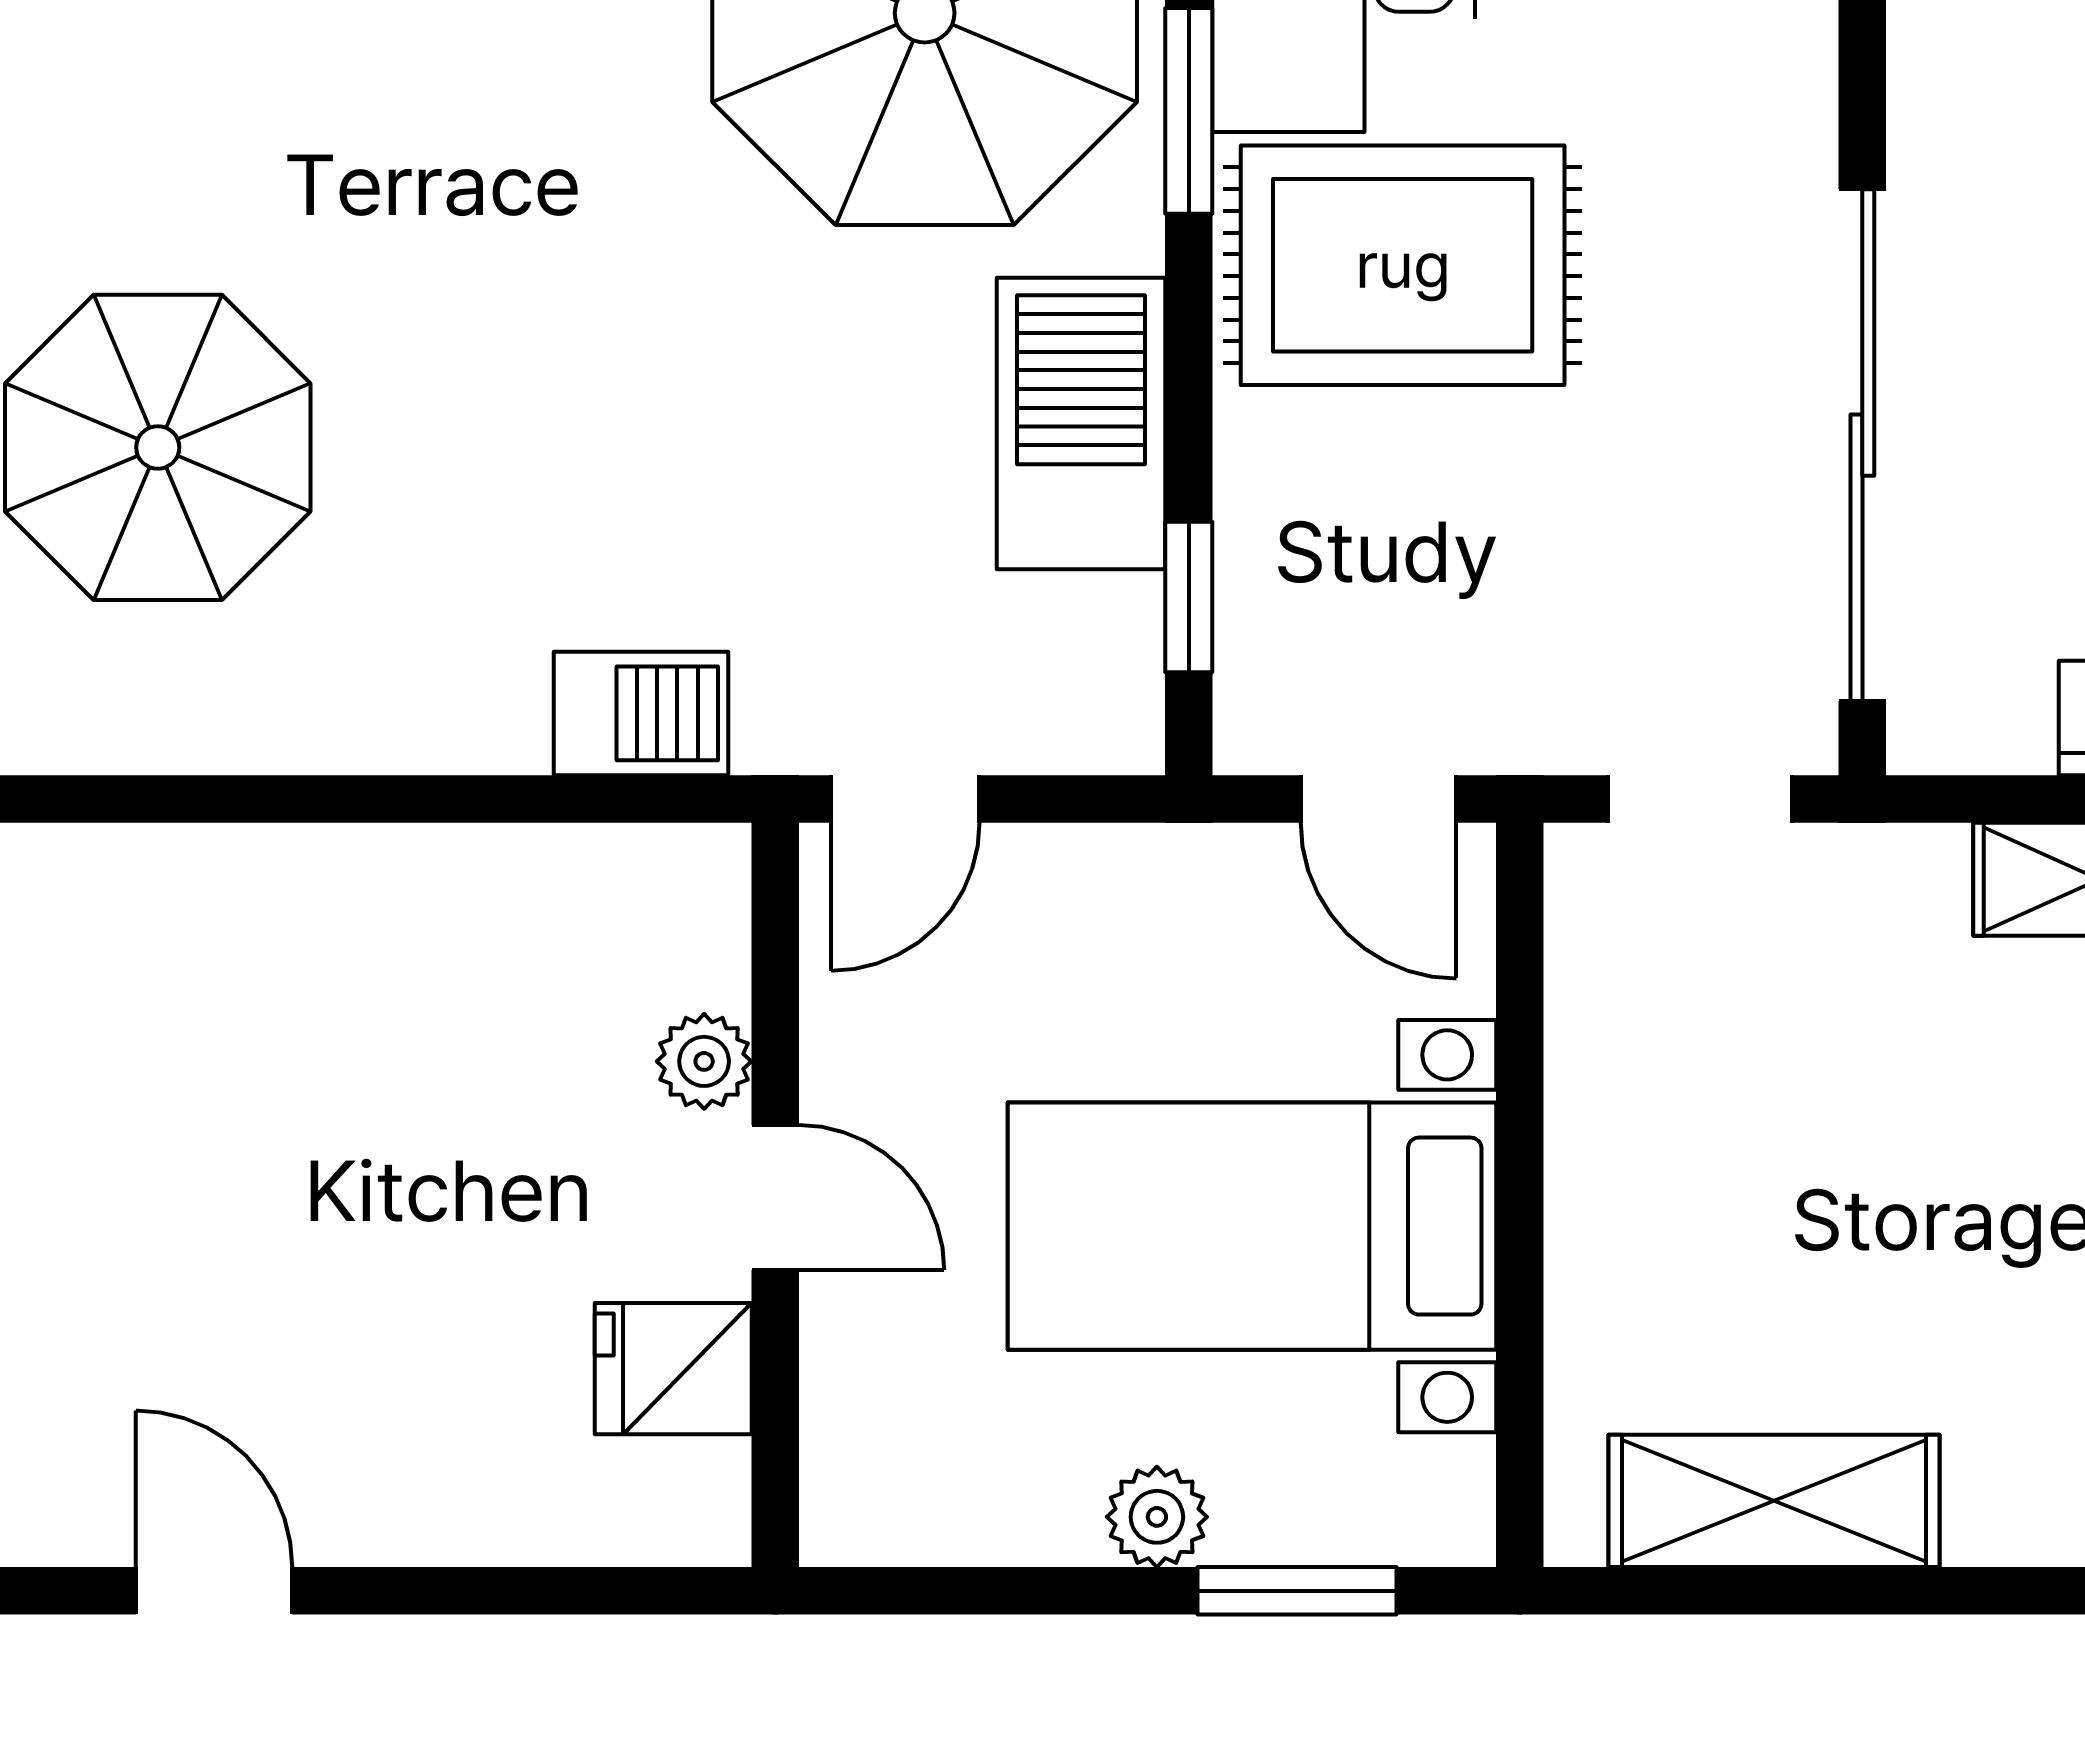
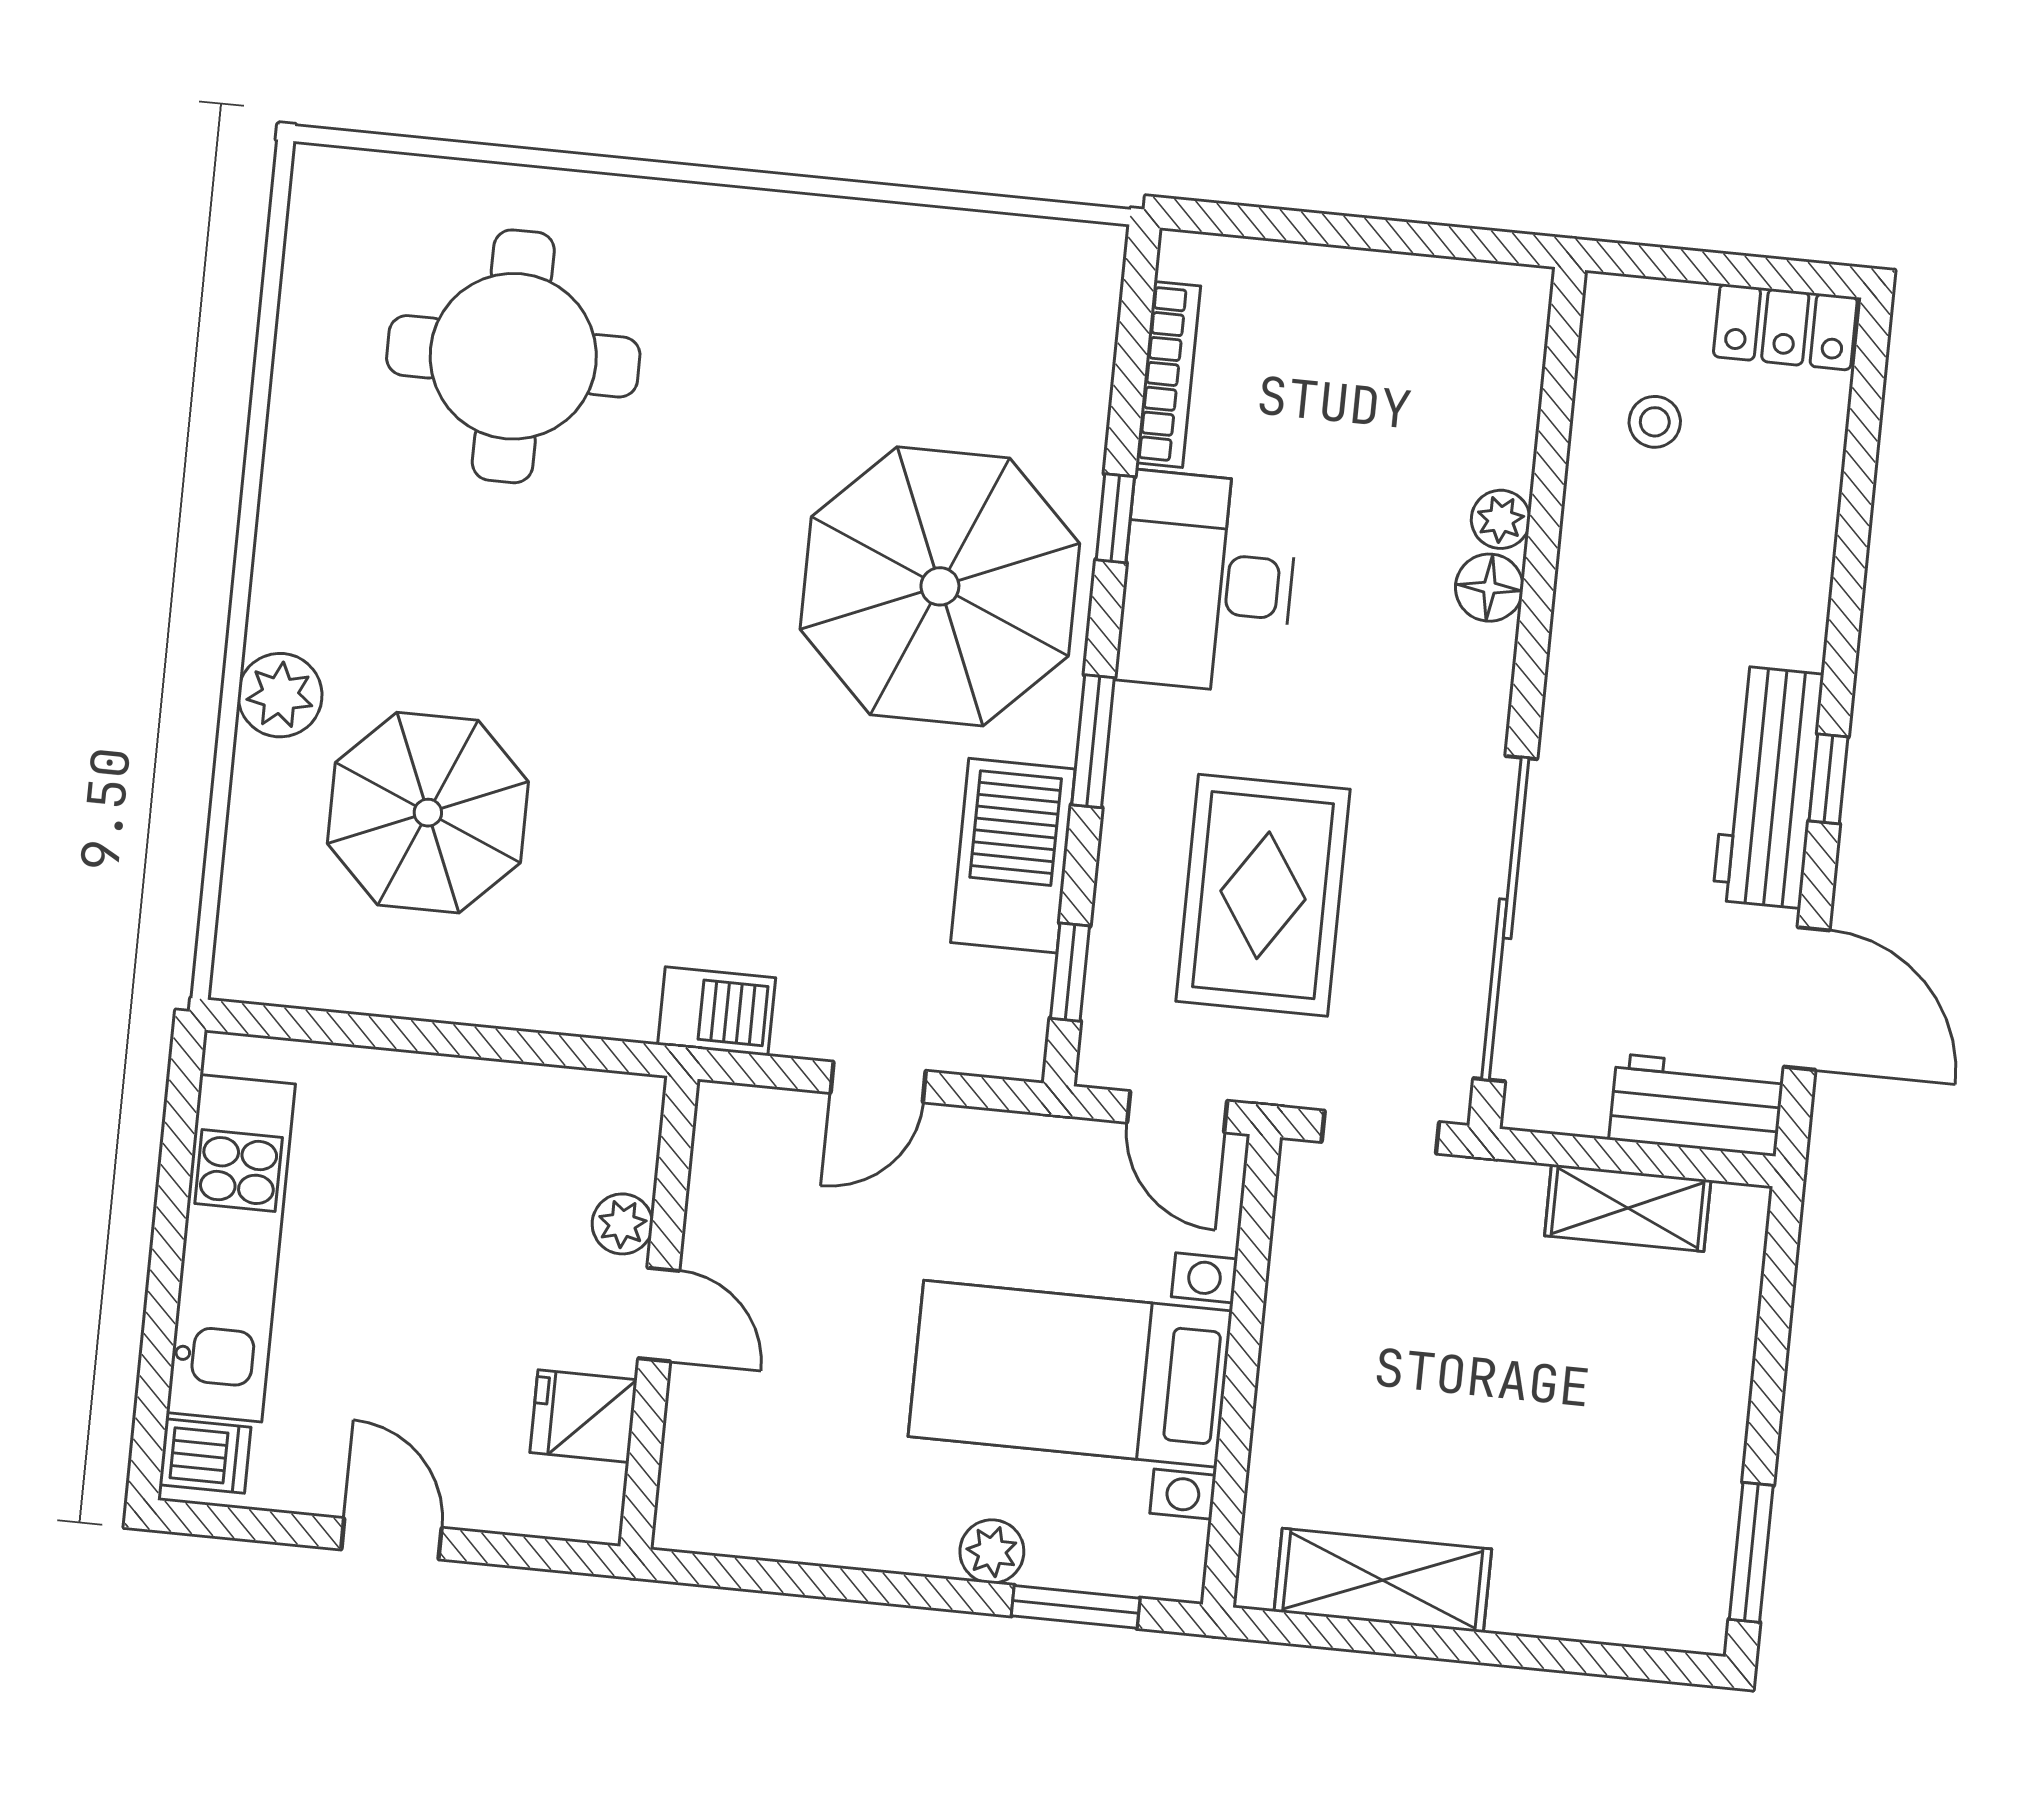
window: (1189, 111) -> (1093, 741), moved
rug: (1403, 265) -> (1263, 895), moved, turned 90
plant: (704, 1061) -> (622, 1224), moved
wall: (775, 1195) -> (659, 1313), moved
door: (775, 1198) -> (659, 1314), moved
fridge: (673, 1369) -> (584, 1416), moved

